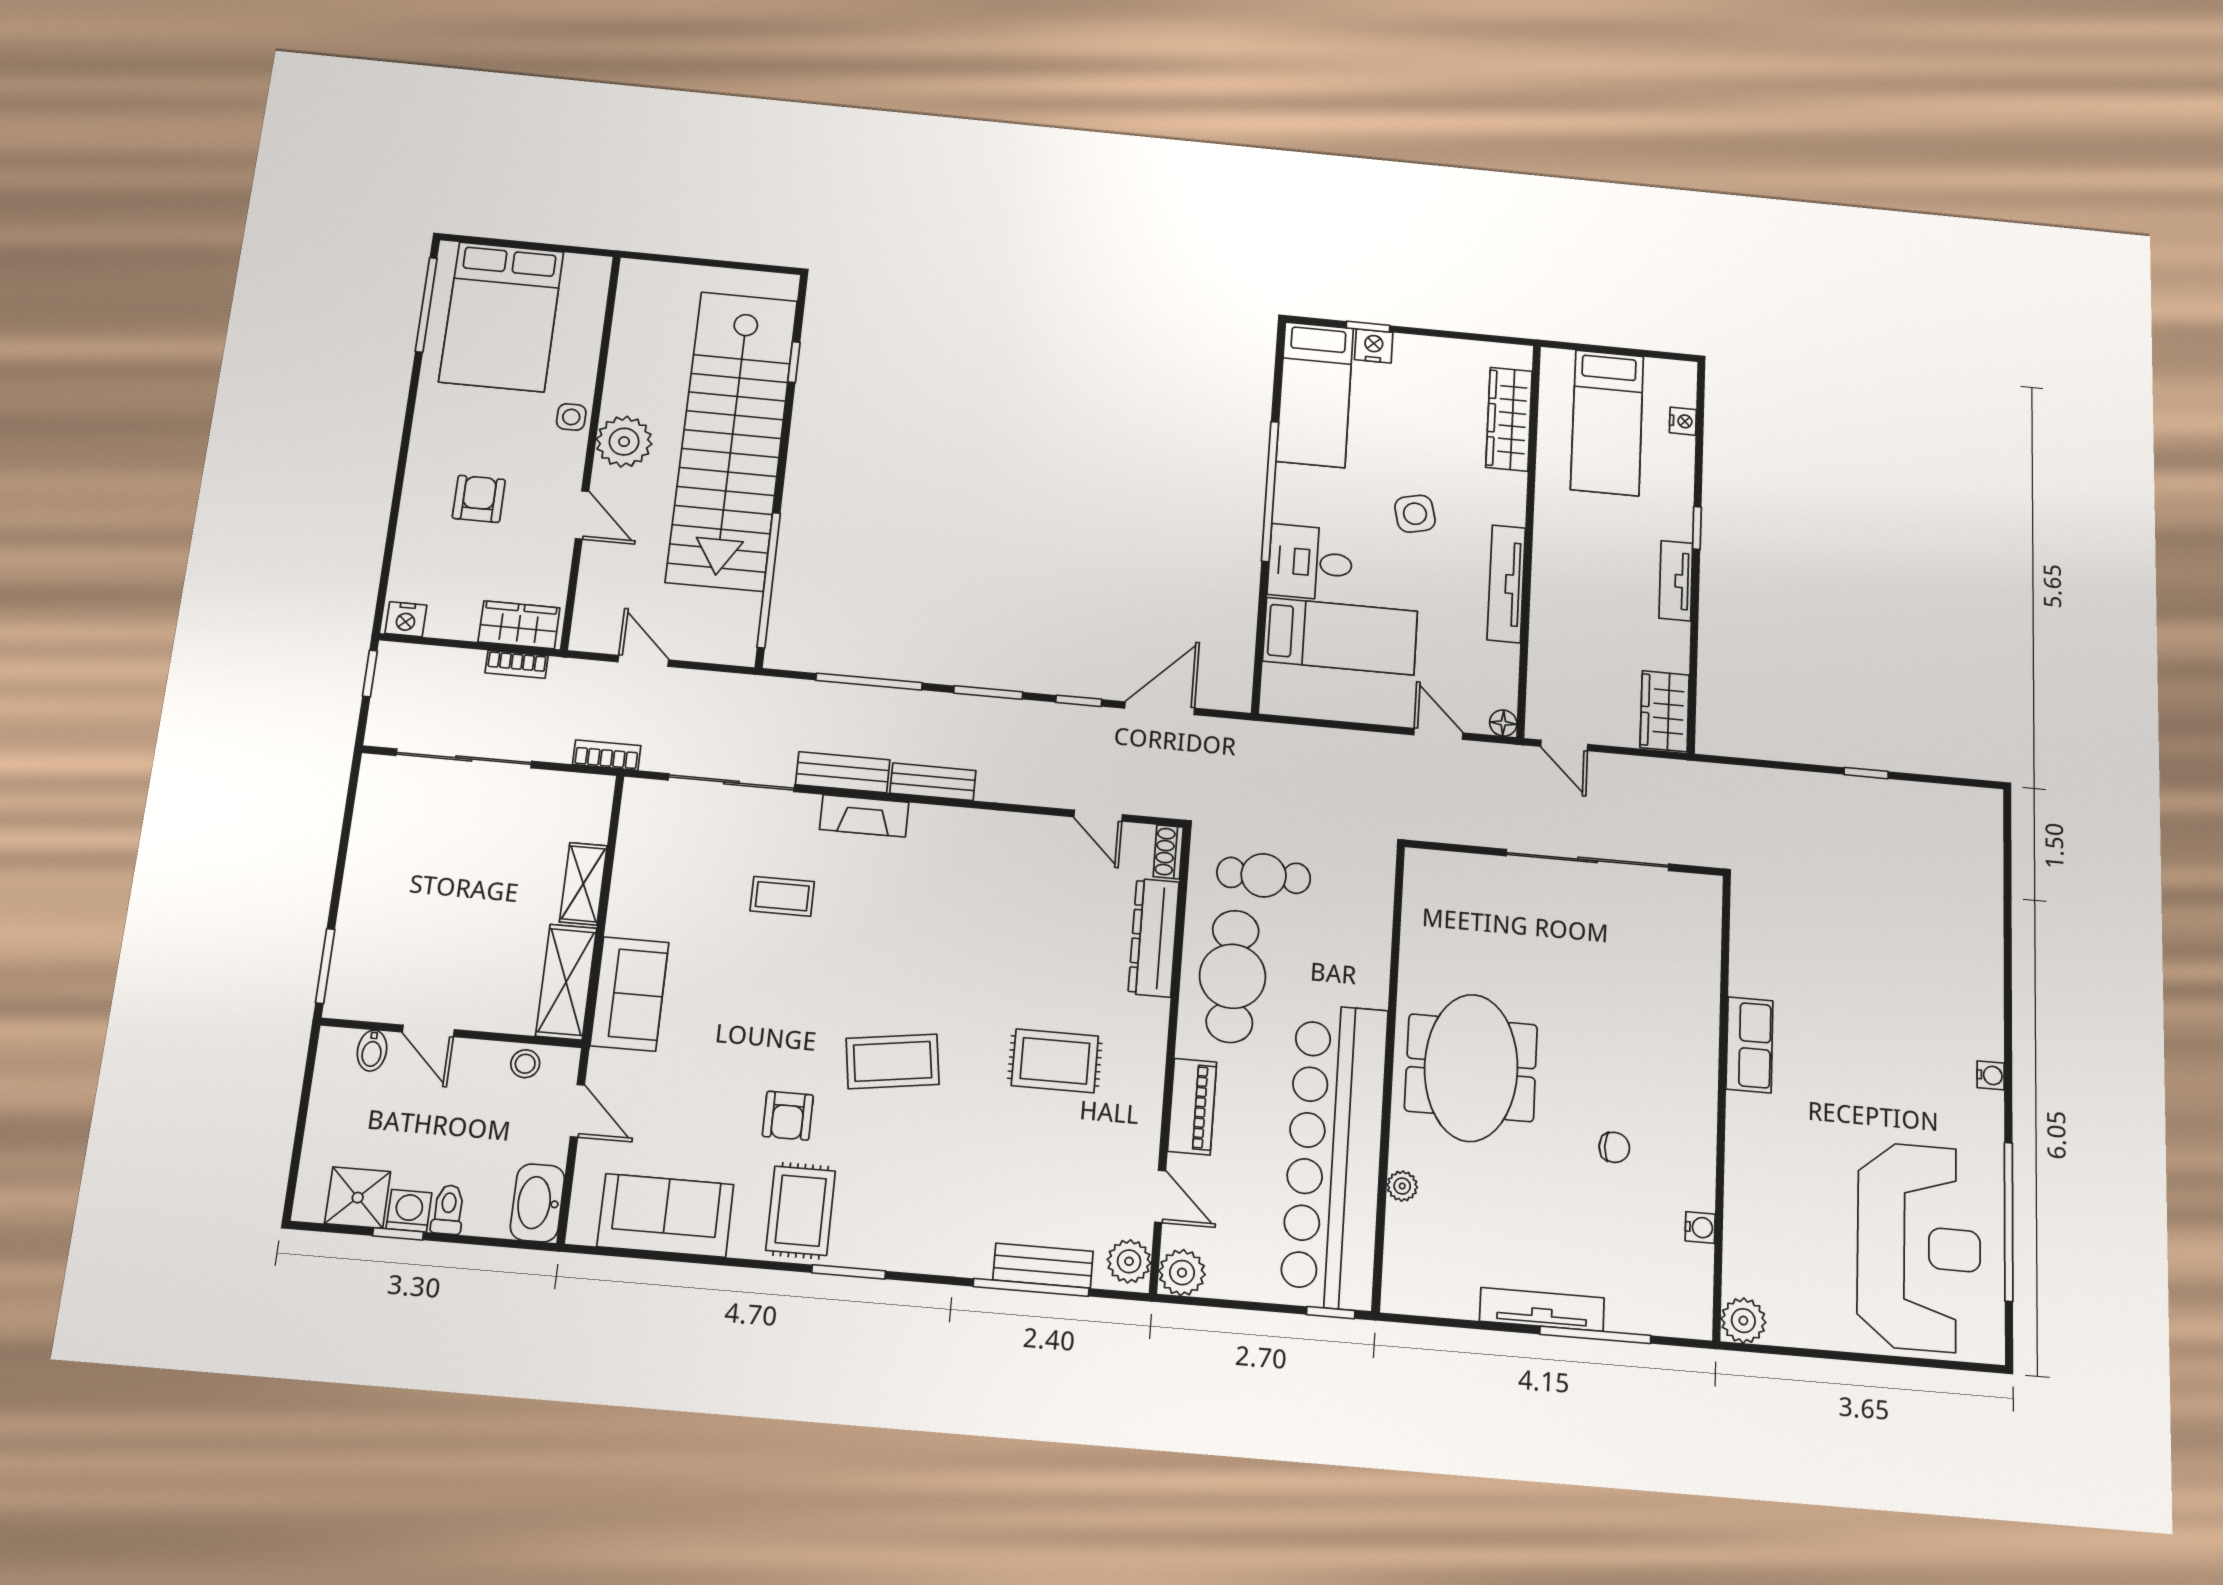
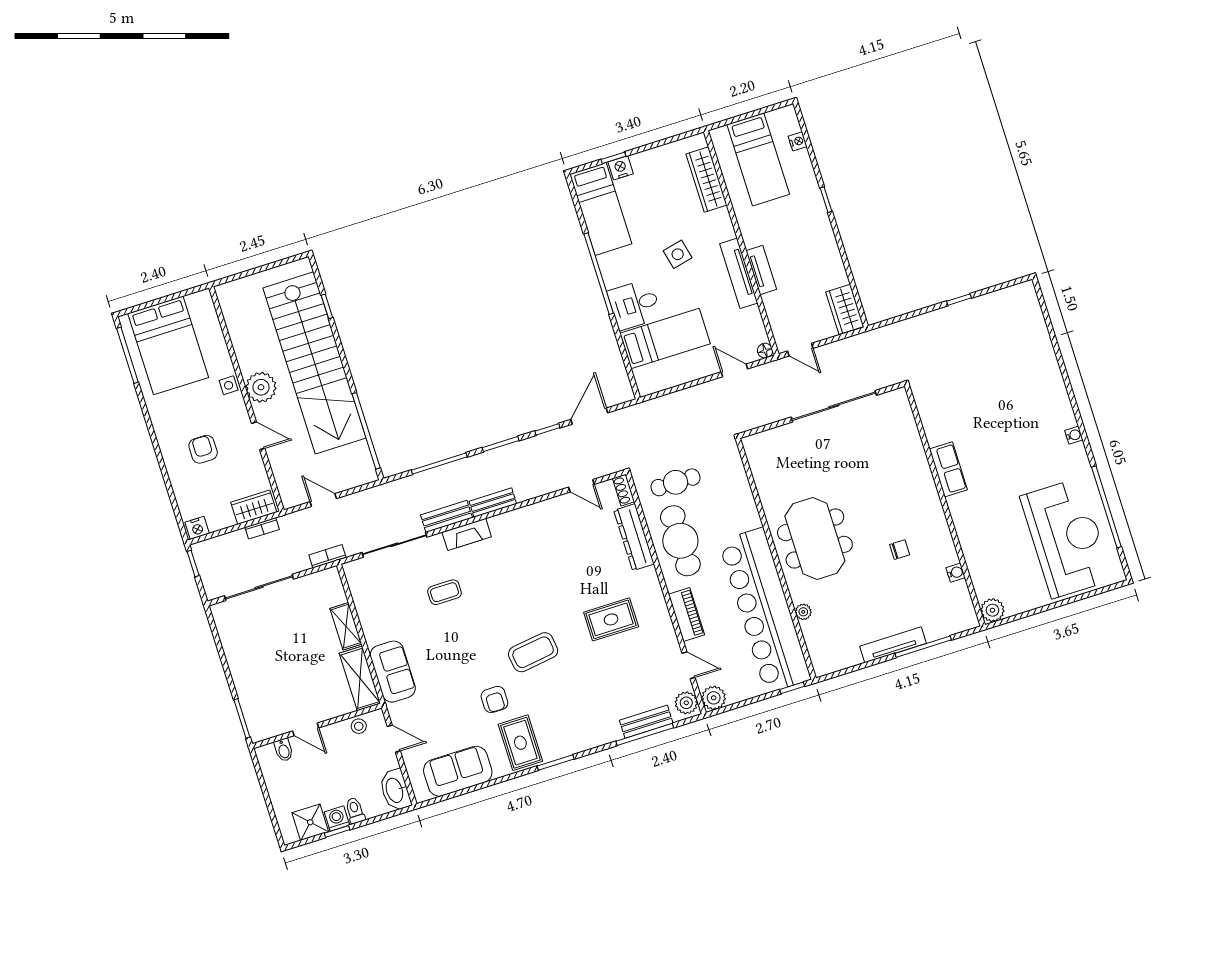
tv unit: (1676, 581) -> (761, 270), moved, turned 180

